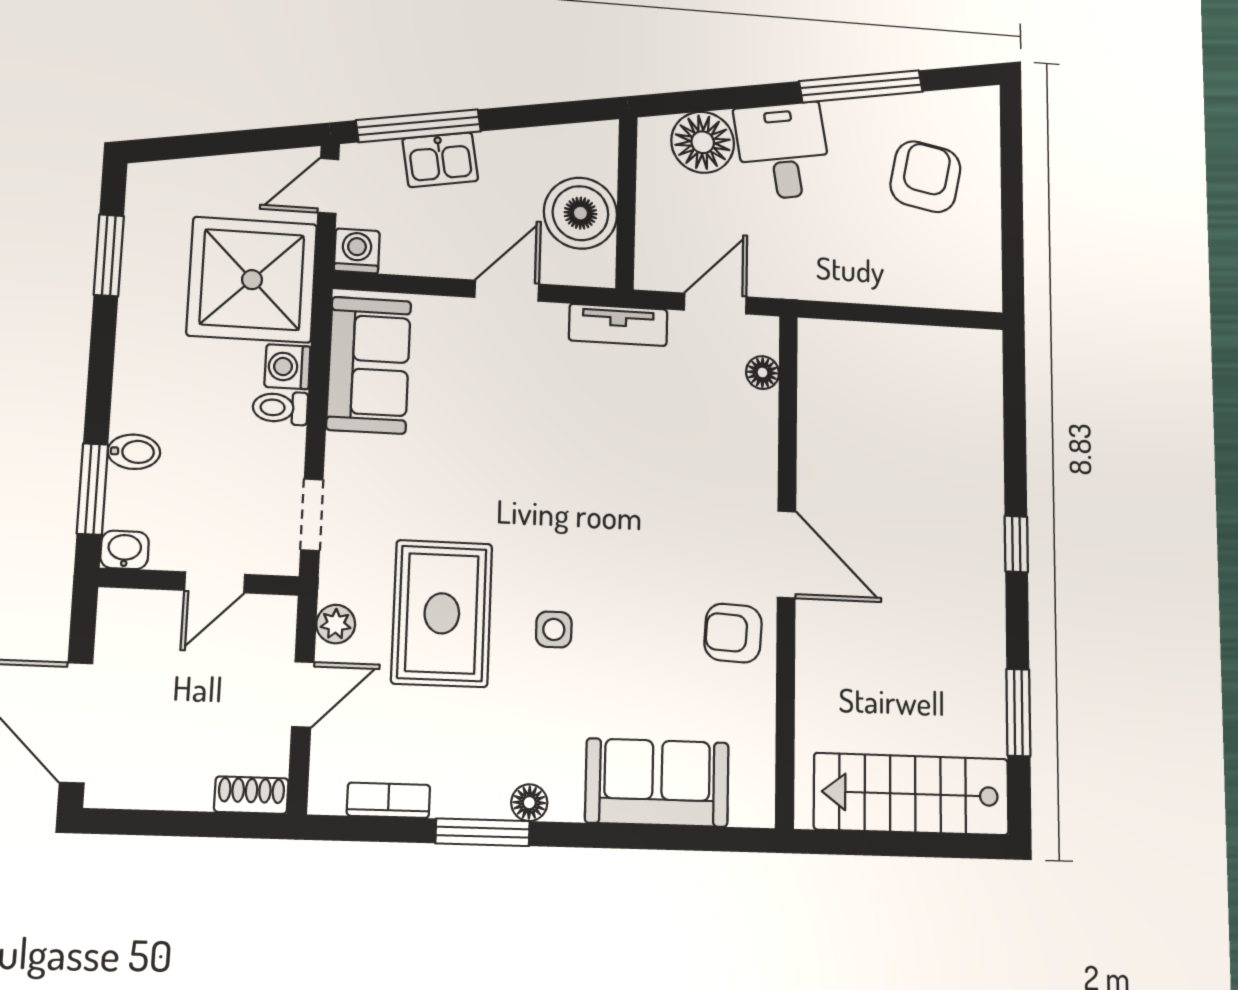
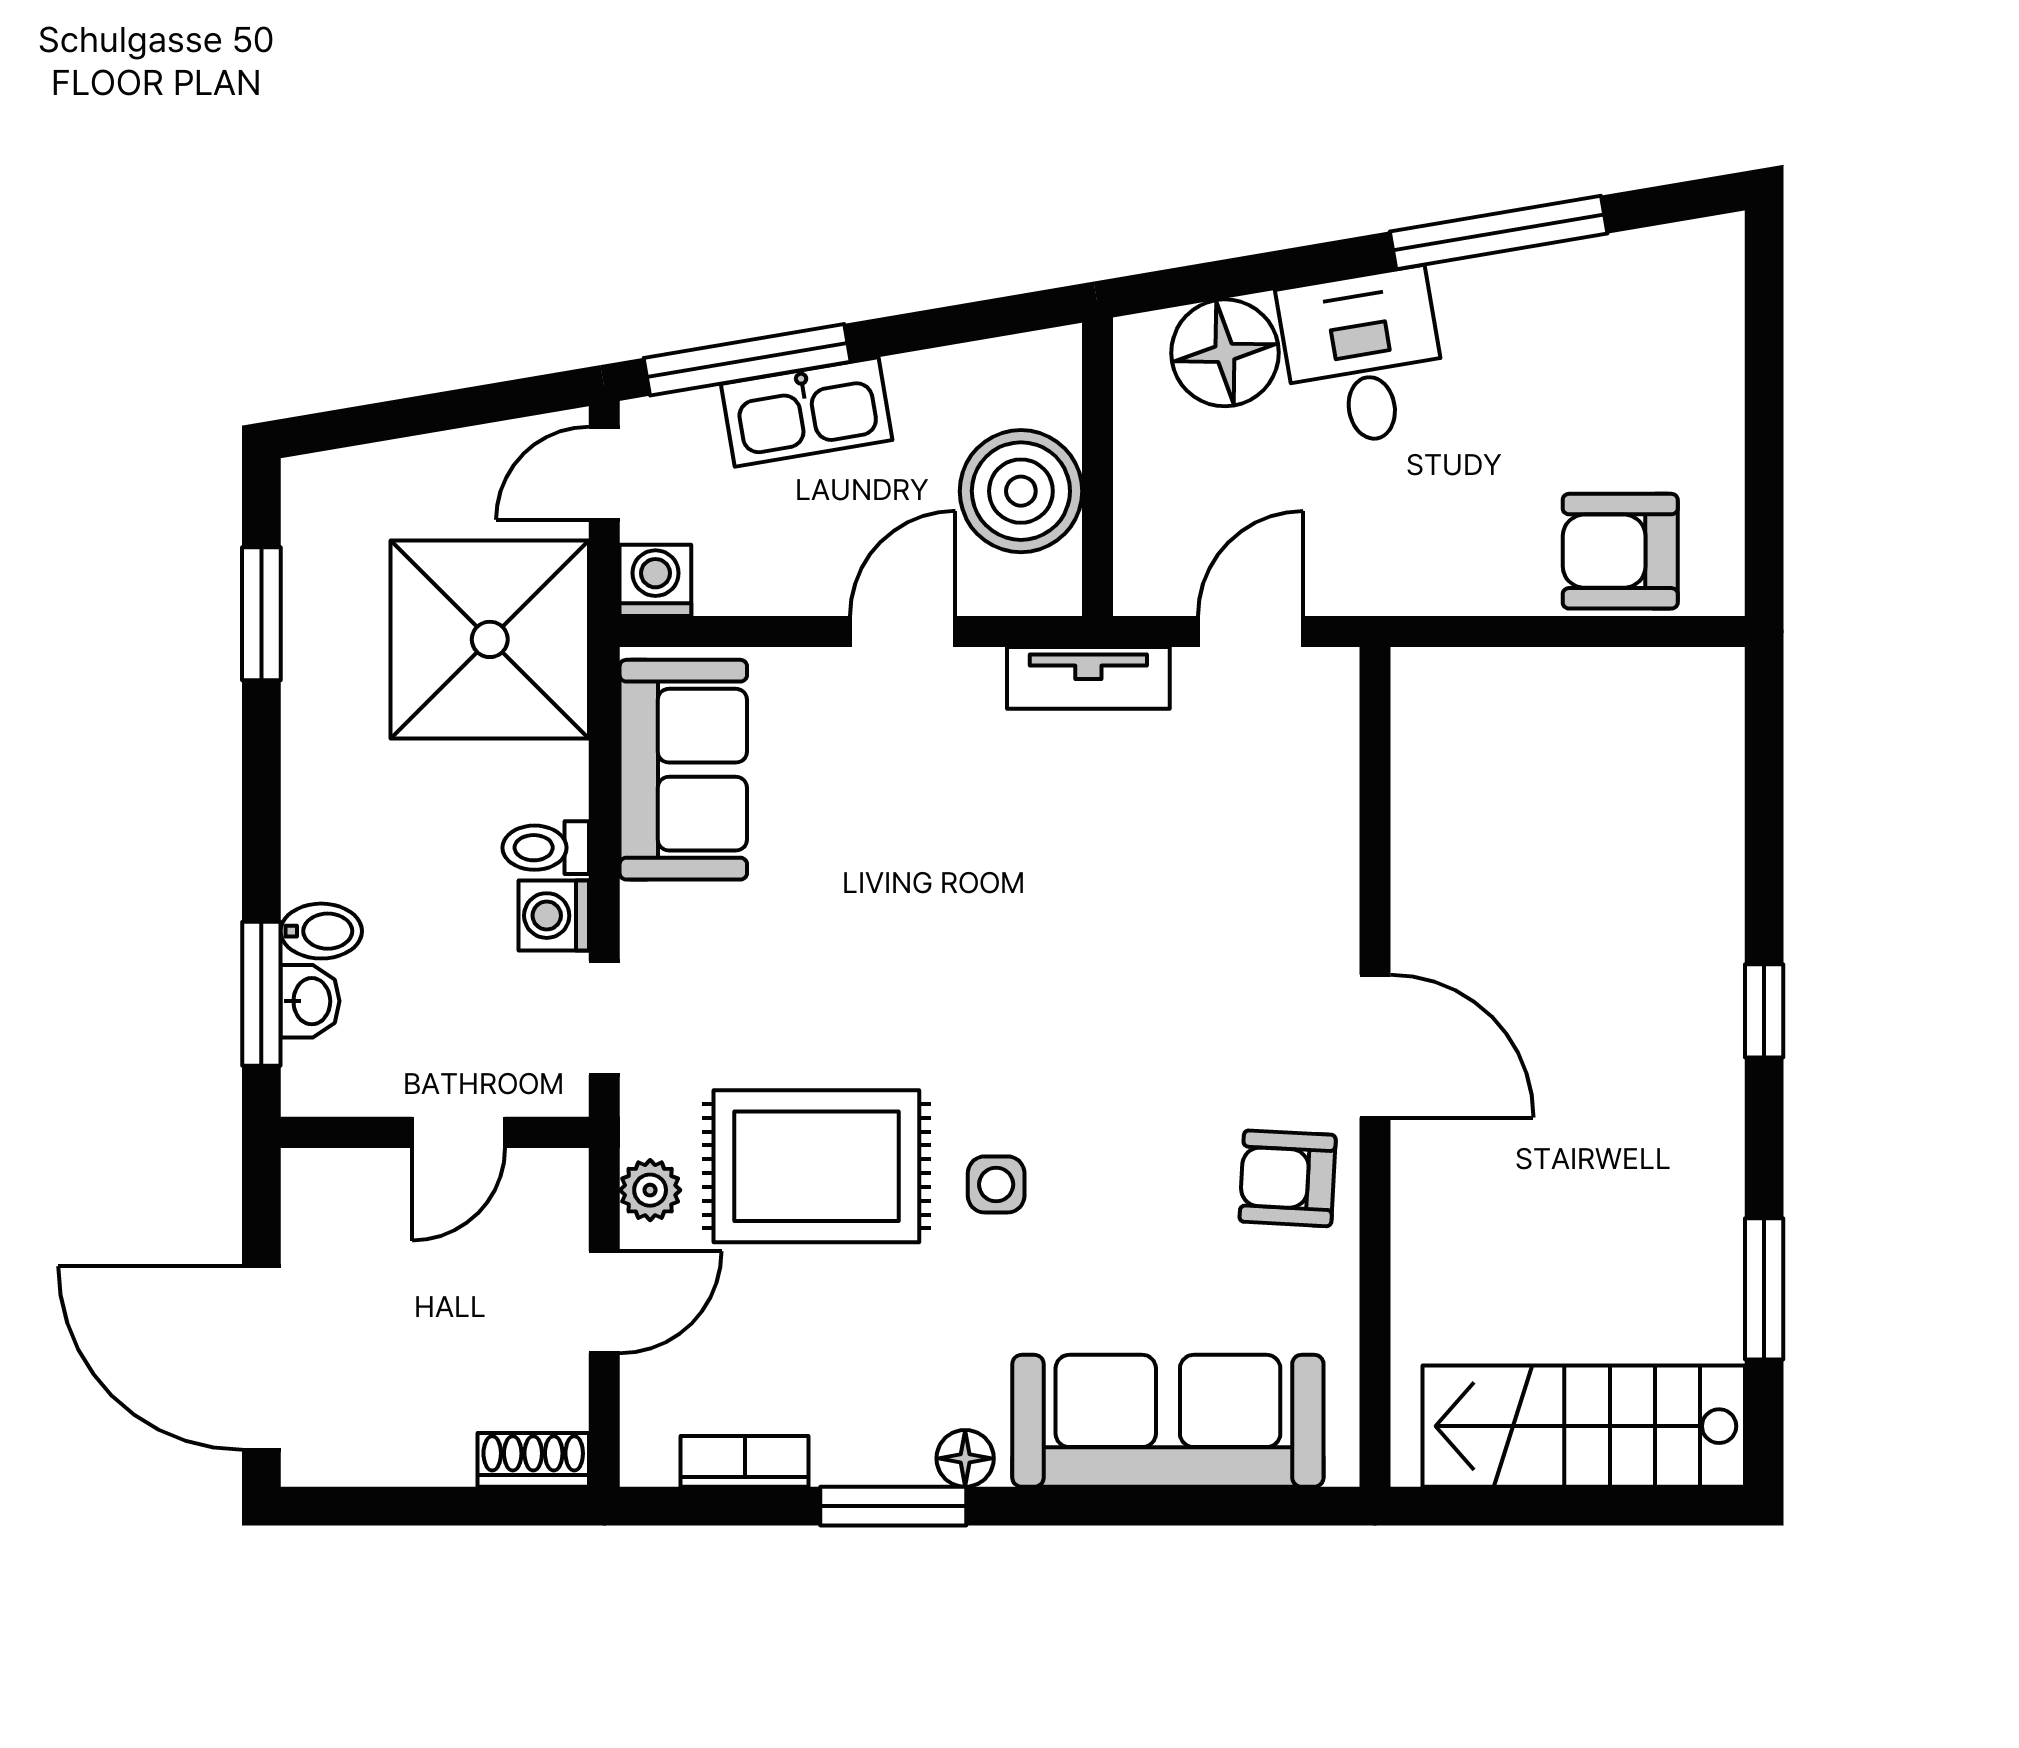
kitchen sink: (440, 160) -> (807, 412), width x1.38
armchair: (925, 177) -> (1620, 551), moved, turned -101
washing machine: (287, 367) -> (554, 916), moved
floor lamp: (762, 373) -> (1332, 744), removed
washbasin: (125, 550) -> (310, 1001), moved, turned 90
rug: (442, 613) -> (816, 1166), turned 90
sofa: (657, 783) -> (1168, 1421), width x1.36

